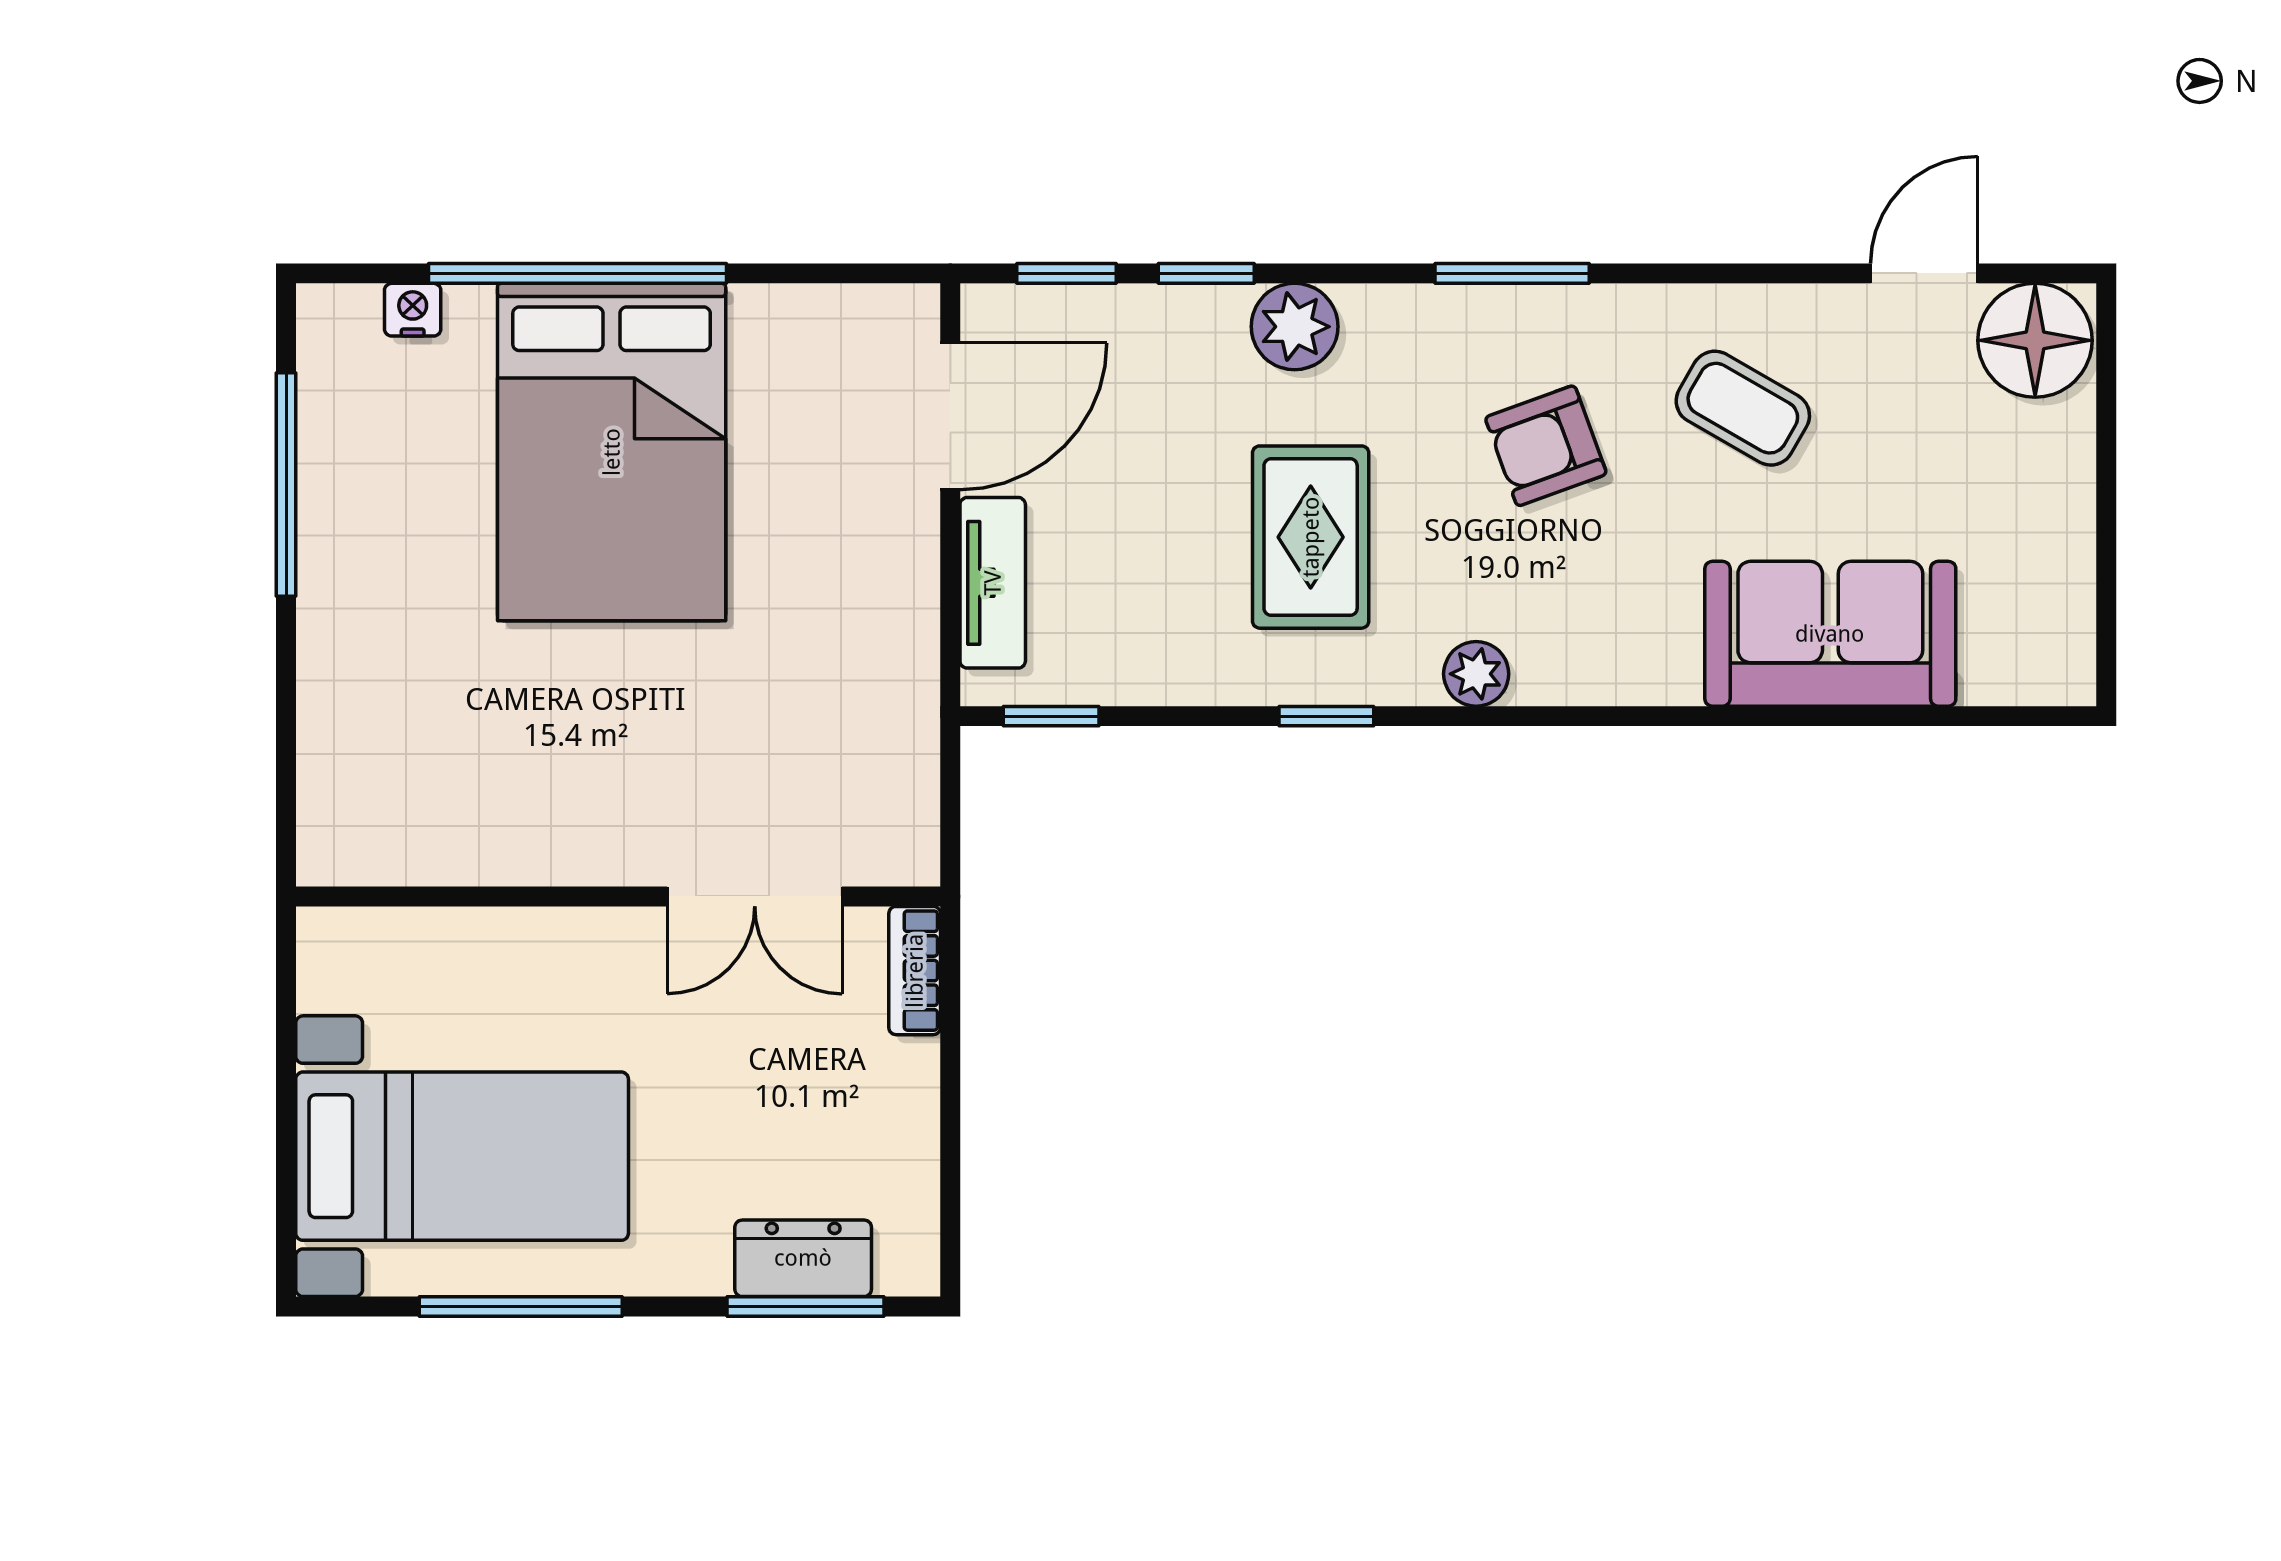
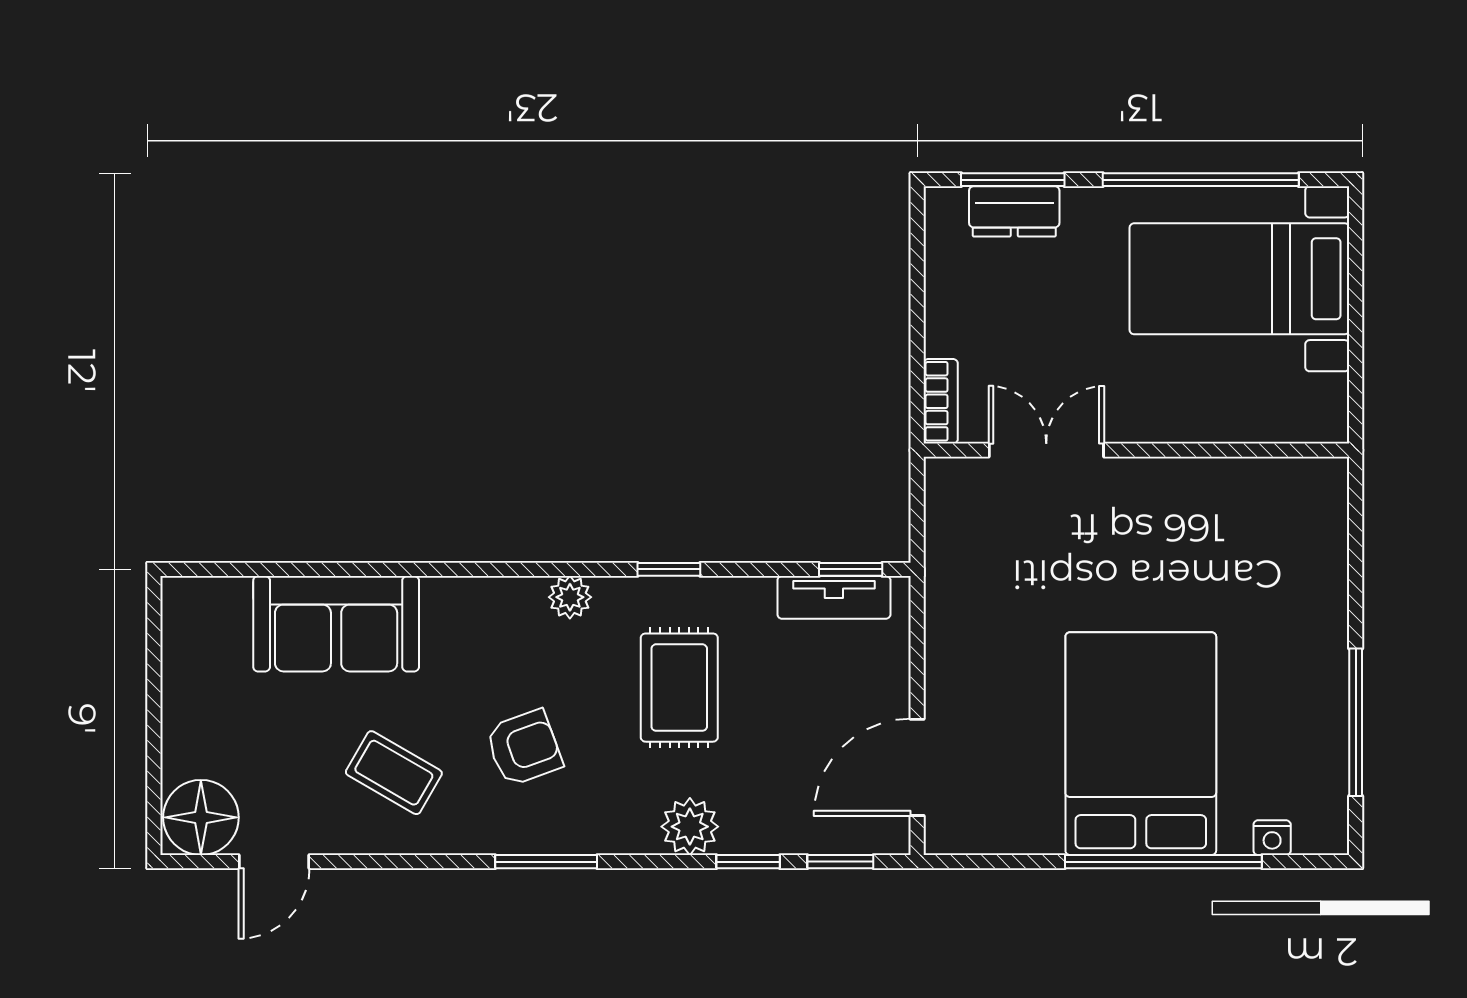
tv unit: (993, 583) -> (834, 597), moved, turned -90
window: (521, 1306) -> (1201, 180), width x1.46

